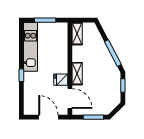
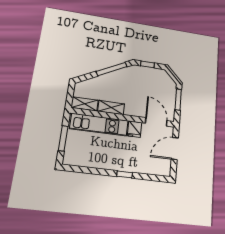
kitchen unit: (30, 47) -> (99, 125), moved, turned 180
shelving: (77, 74) -> (111, 108), moved
door: (70, 98) -> (156, 122), hinge flipped

